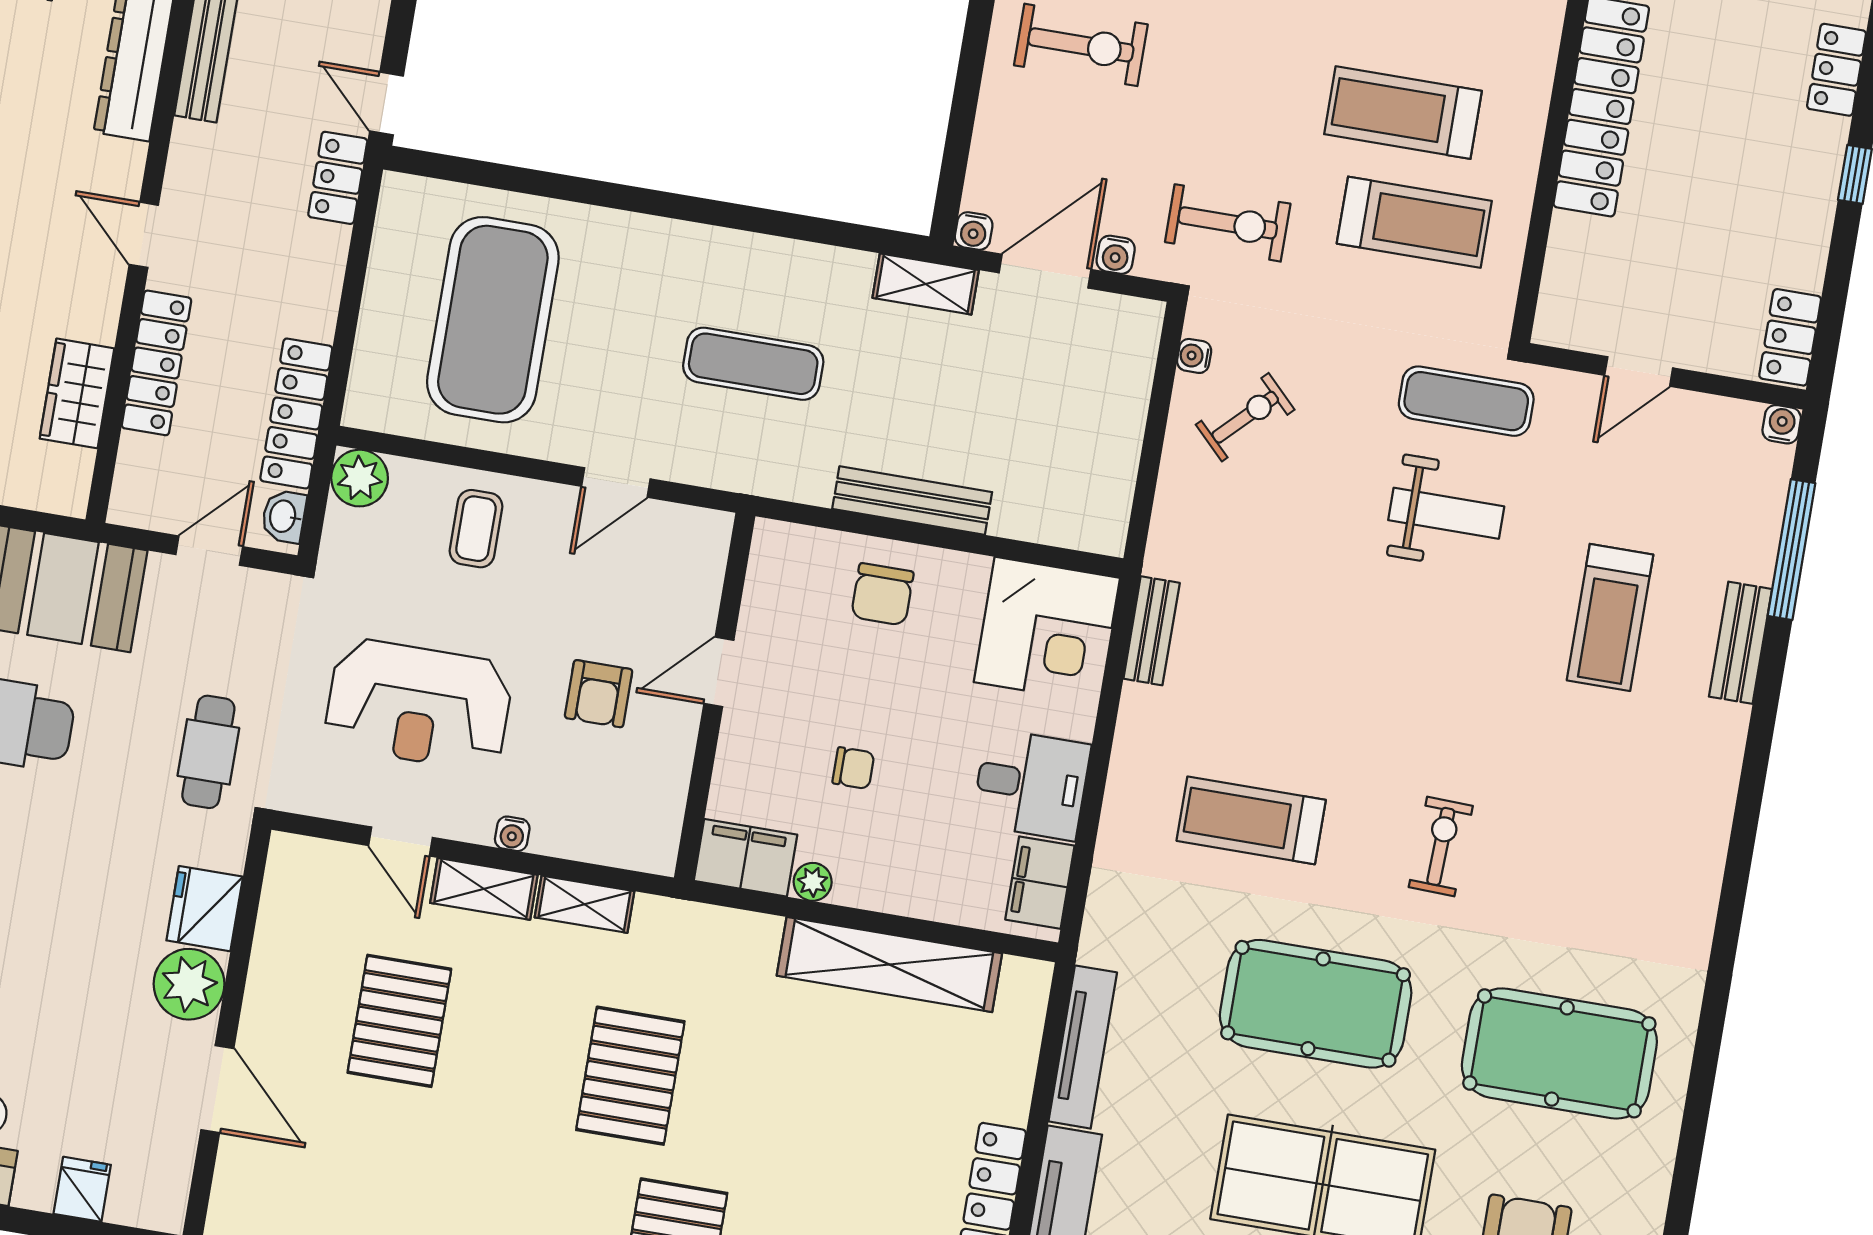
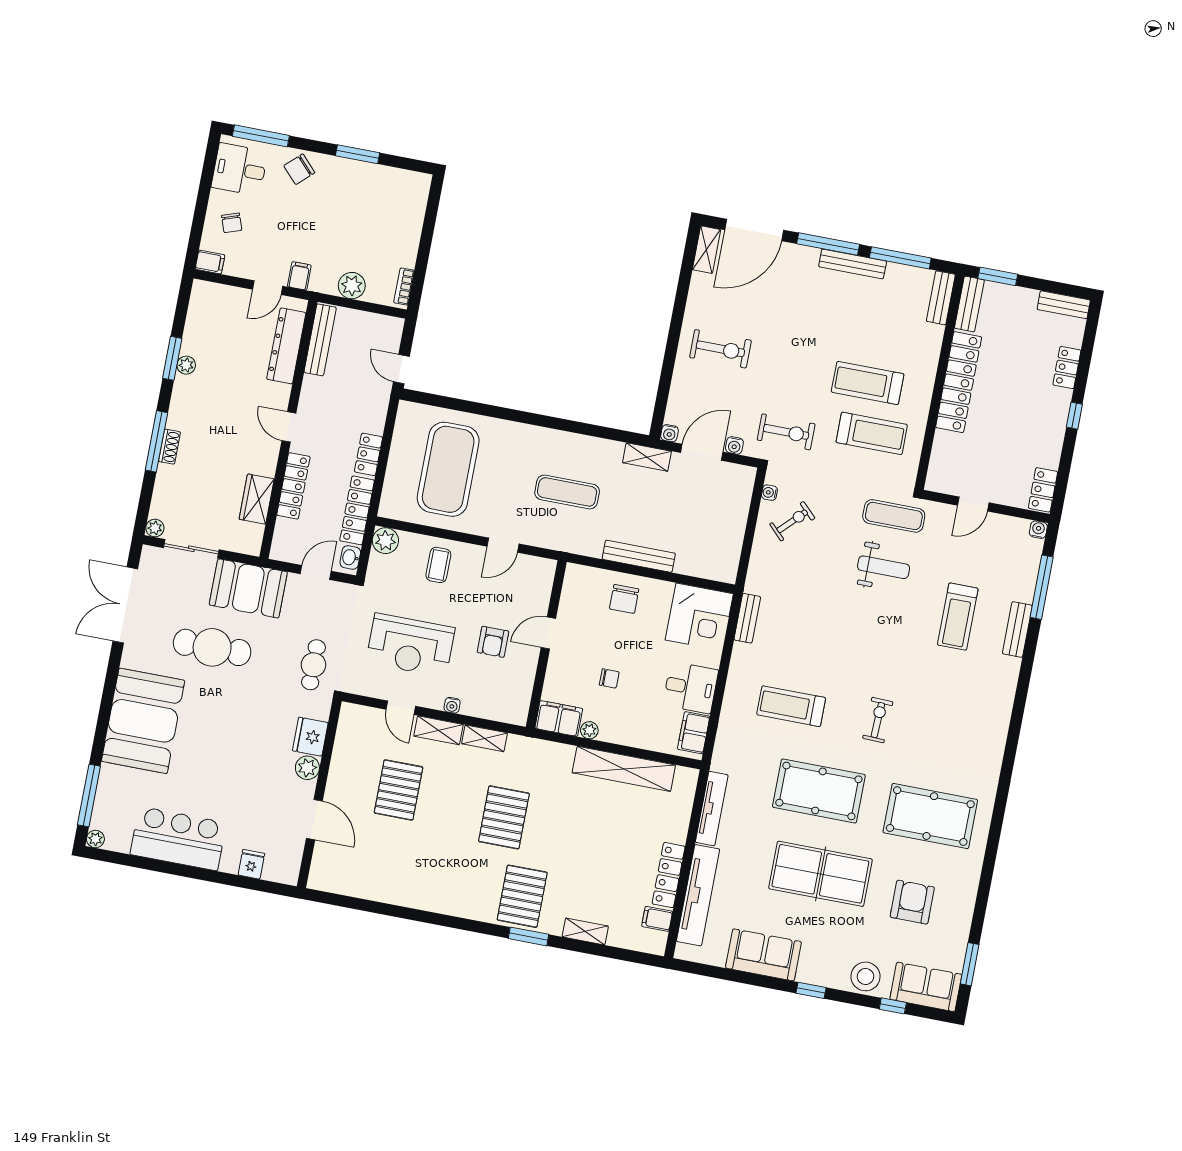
locker: (338, 178) -> (368, 454), moved
plant: (189, 984) -> (307, 768), width x0.73, depth x0.73

